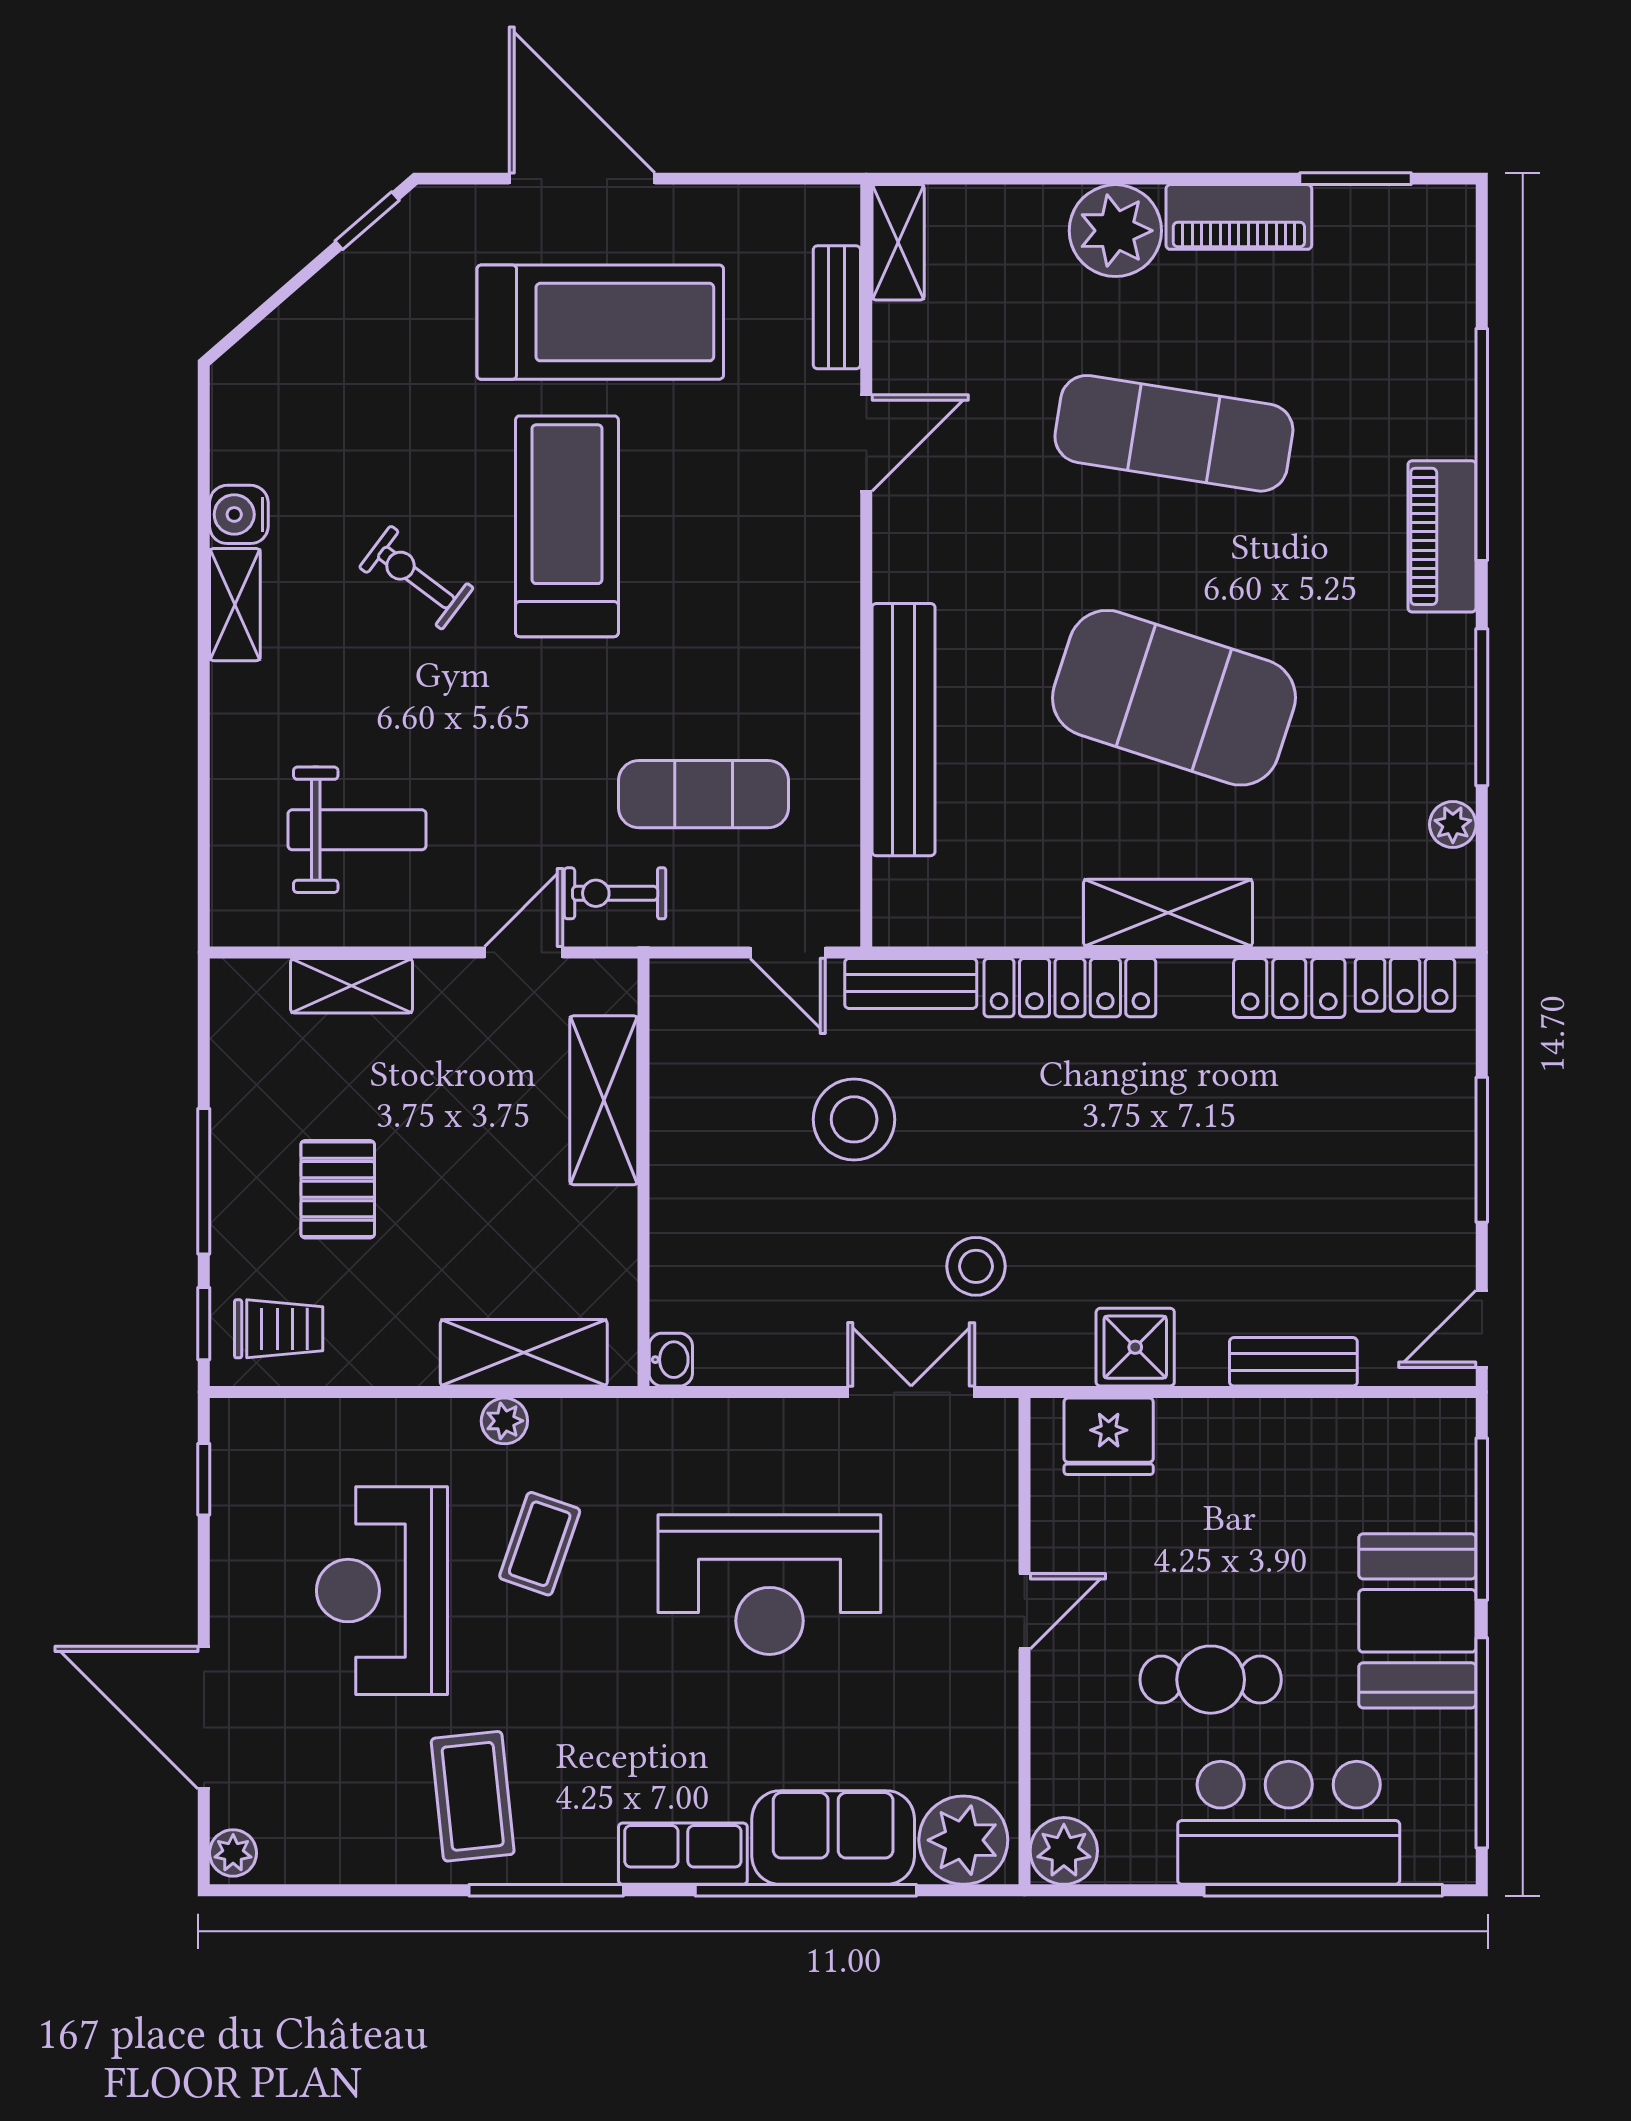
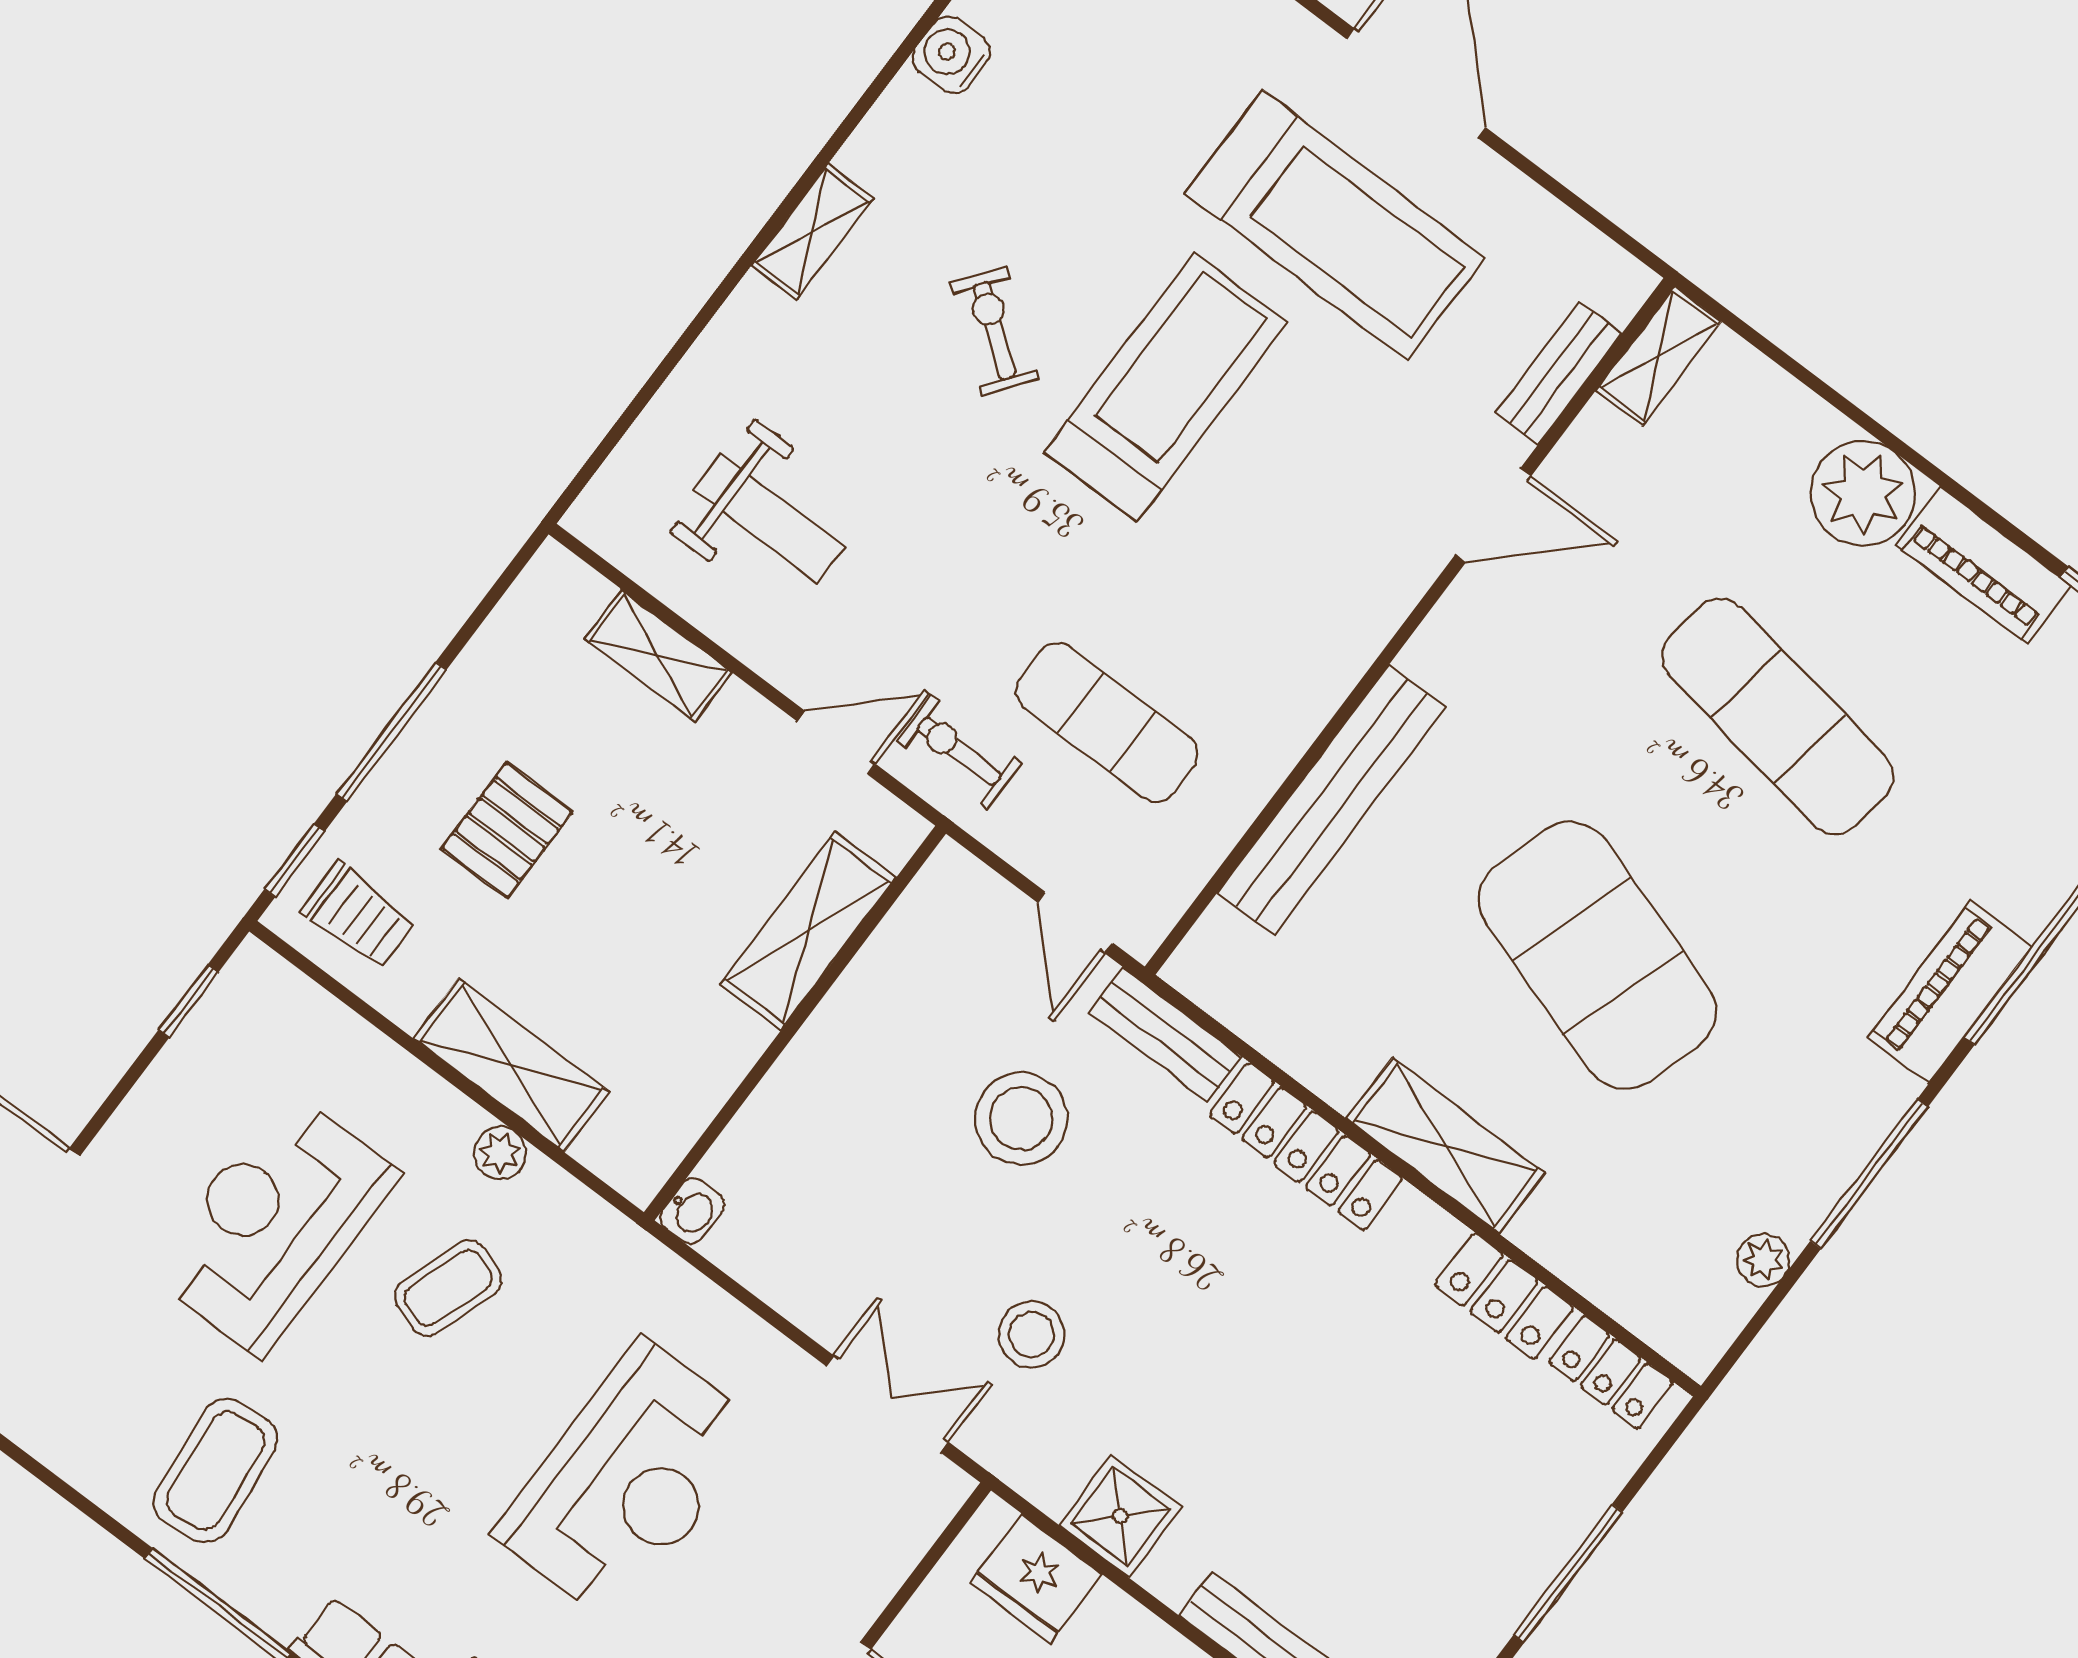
water cooler: (239, 514) -> (951, 55), moved
shelving: (524, 1353) -> (511, 1065), moved
reception desk: (769, 1585) -> (628, 1481), turned -90

